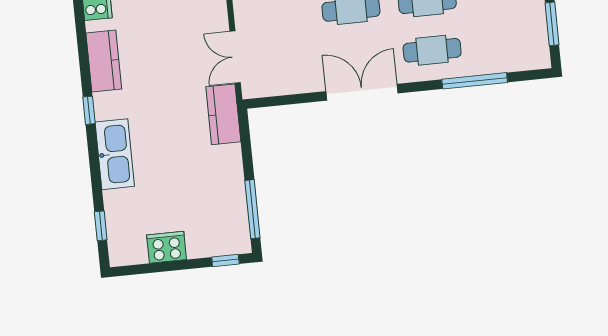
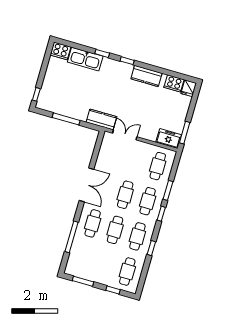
kitchen sink: (115, 154) -> (85, 59), moved
window: (252, 209) -> (66, 119), moved
window: (101, 226) -> (102, 53), moved
cooker: (167, 247) -> (60, 51), moved, turned 90

